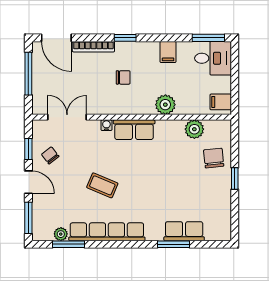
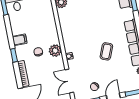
filing cabinet: (168, 52) -> (20, 40), moved
plant: (165, 105) -> (55, 51), moved
row of seats: (134, 130) -> (69, 39), removed

